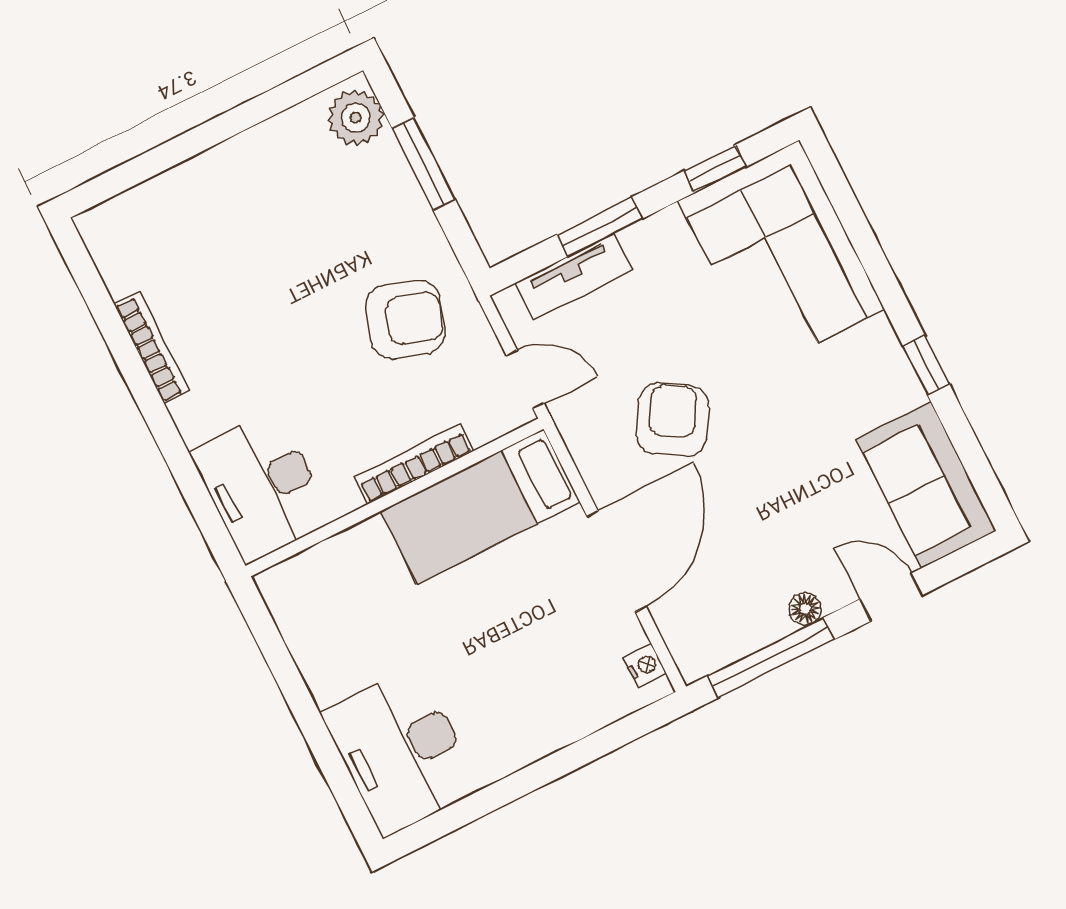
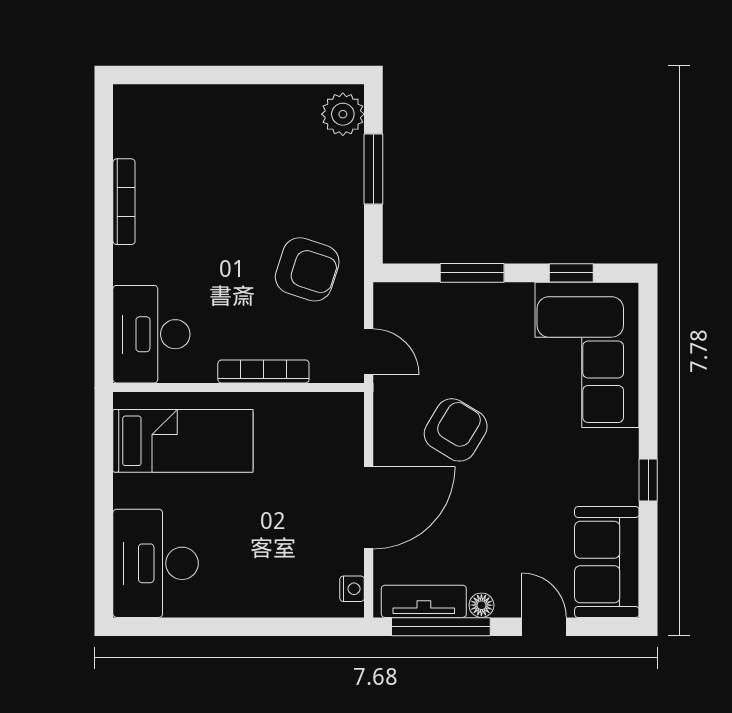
tv unit: (574, 277) -> (424, 601), moved, turned 180
bed: (480, 507) -> (183, 441), moved, turned 180

